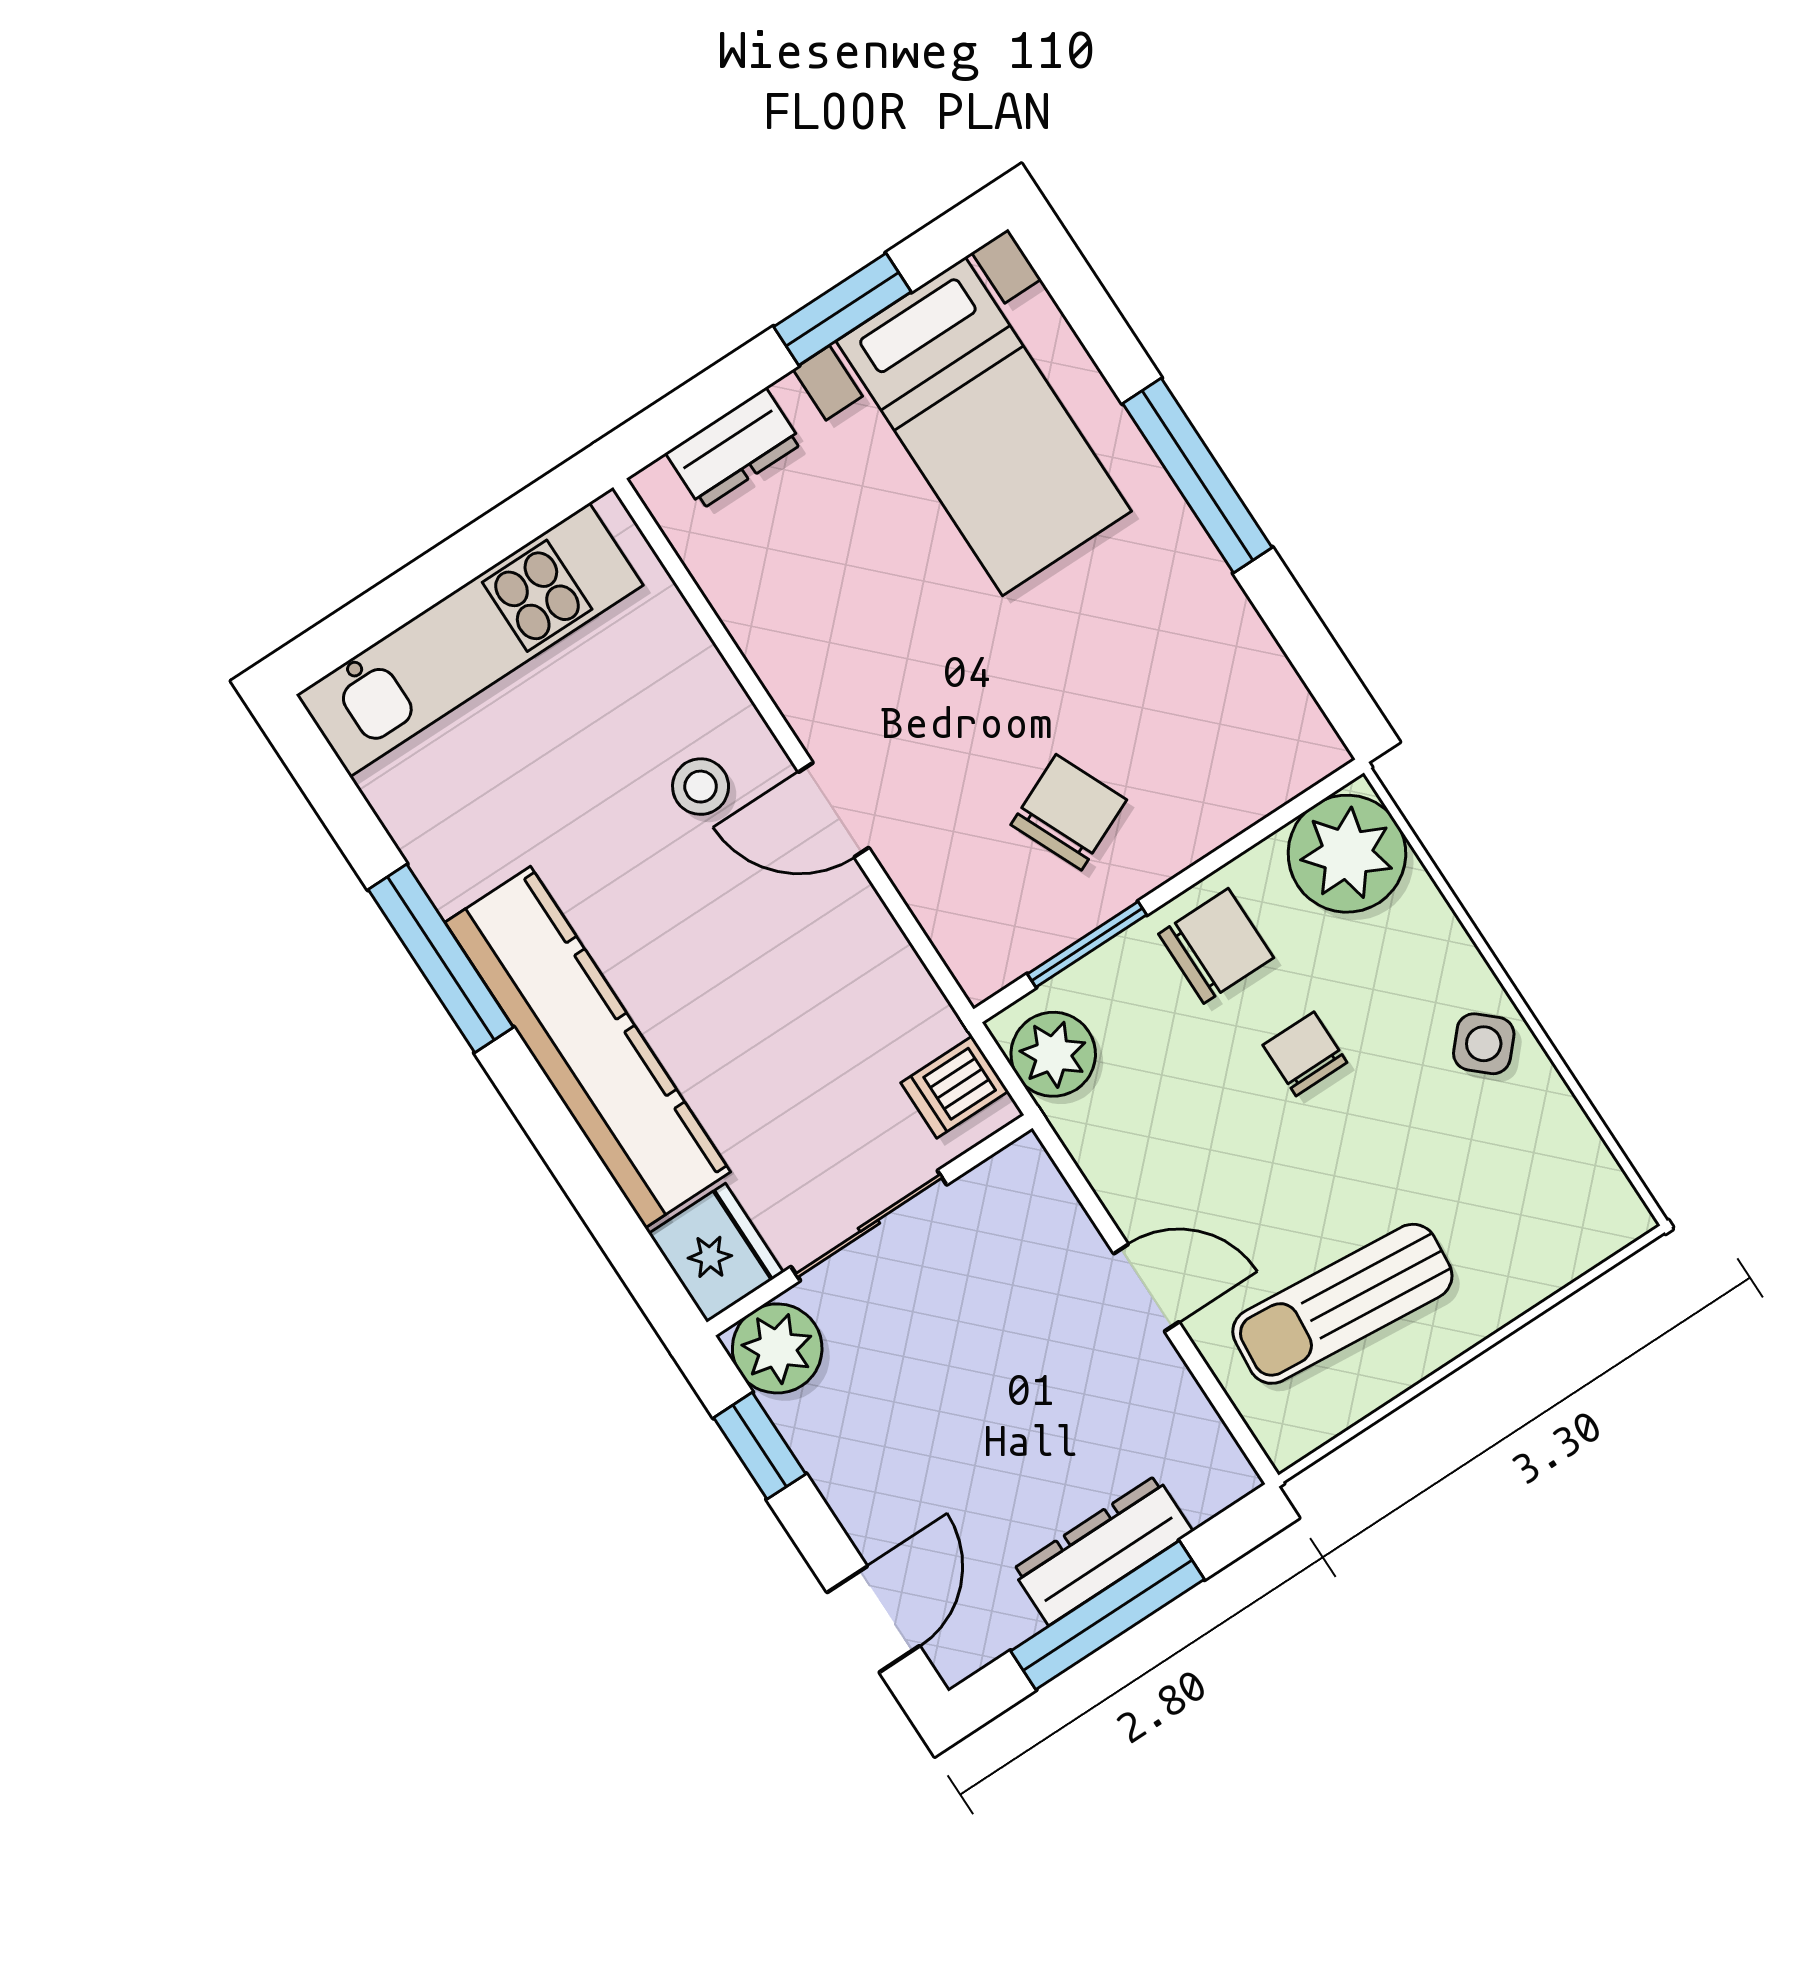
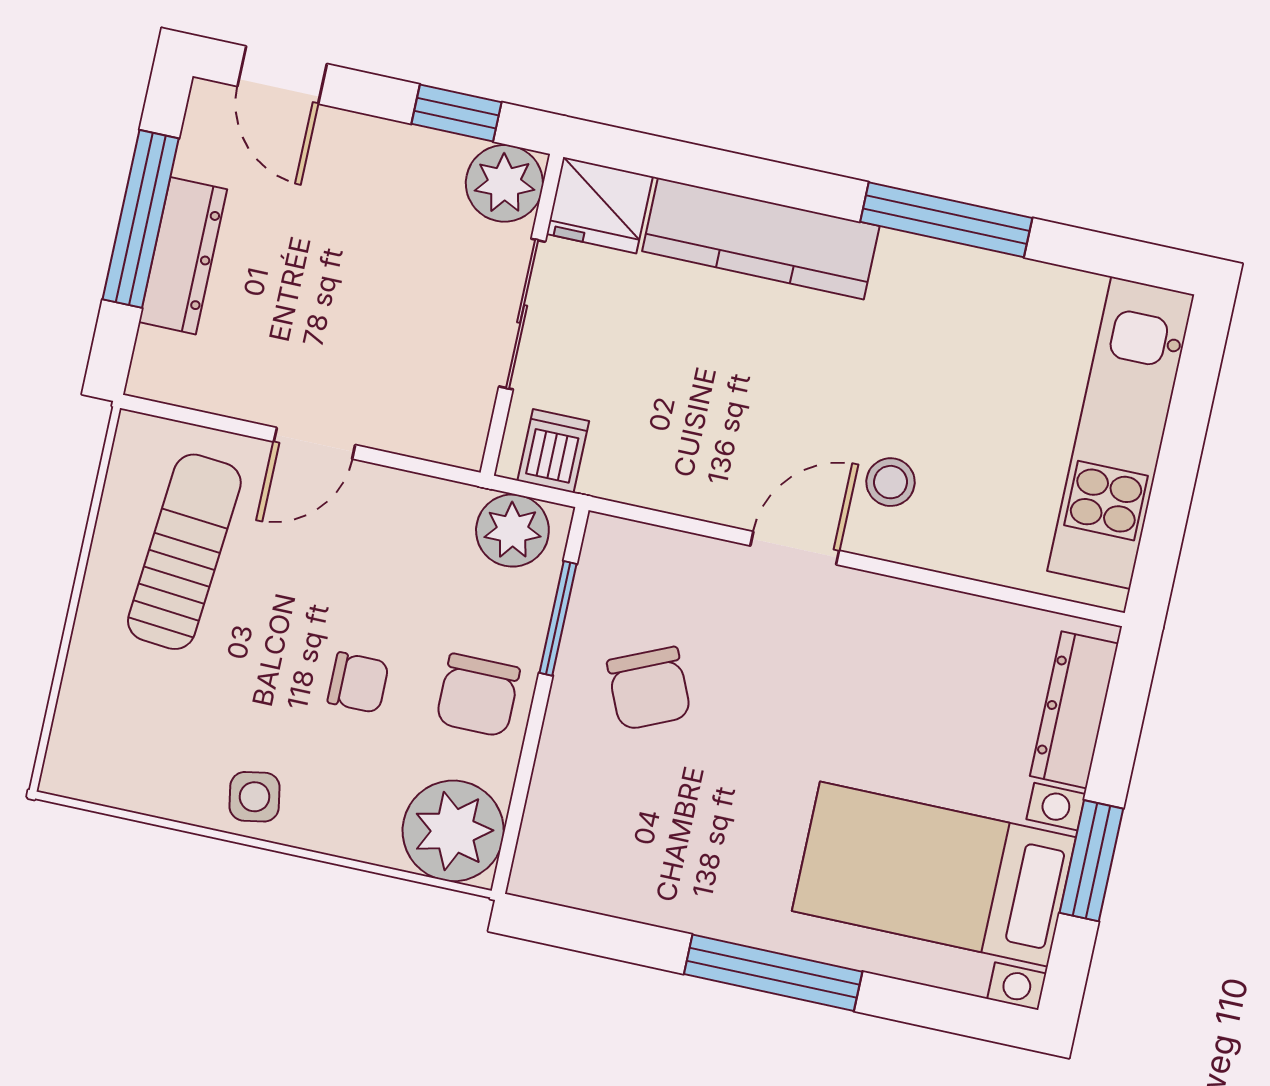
dresser: (734, 448) -> (1074, 710), width x1.44
side table: (1484, 1044) -> (255, 797), turned 38
kitchen counter: (588, 1047) -> (761, 239), width x0.72, depth x0.86

